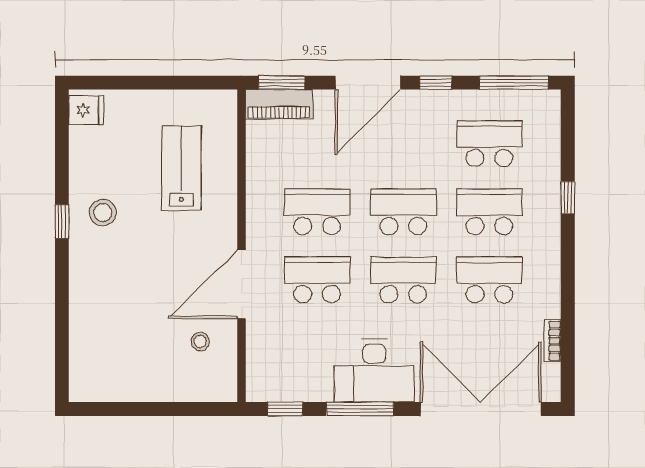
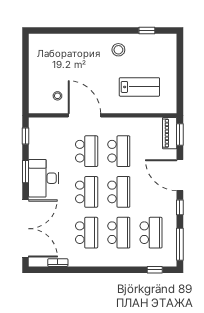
fridge: (86, 110) -> (167, 42), removed
window: (568, 198) -> (155, 270), moved
window: (62, 221) -> (147, 30), moved
window: (360, 409) -> (26, 172), width x0.69

